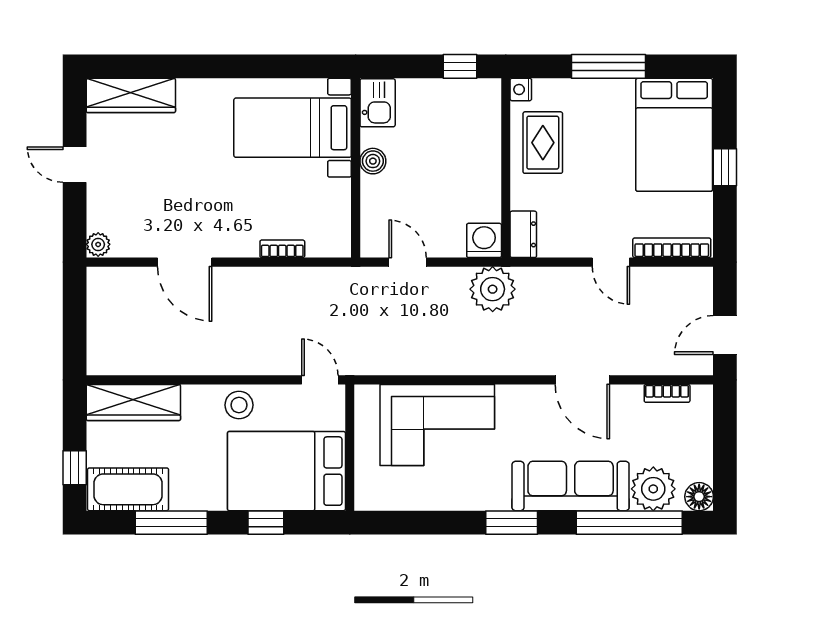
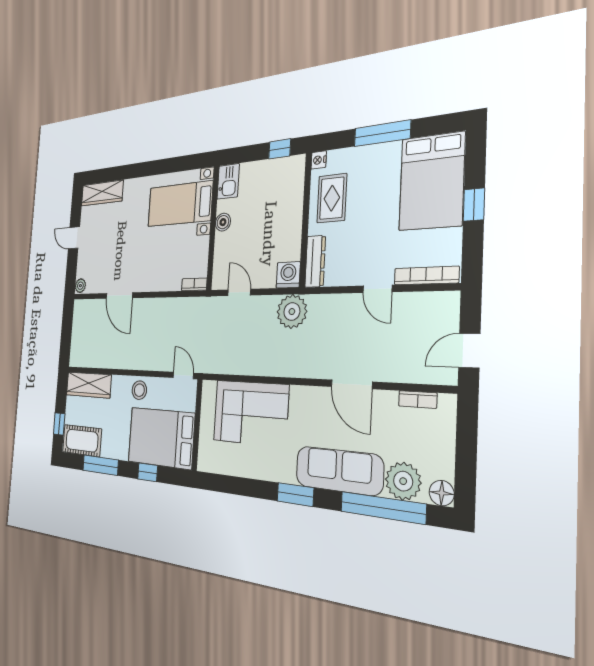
dresser: (523, 234) -> (315, 261), width x1.44
bookcase: (282, 249) -> (194, 284), moved

